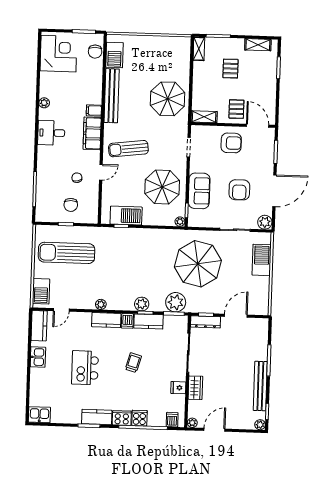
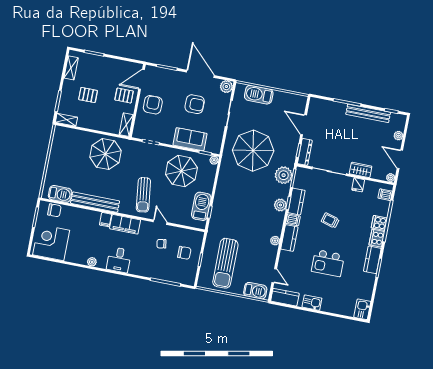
plant: (260, 425) -> (398, 136), moved

